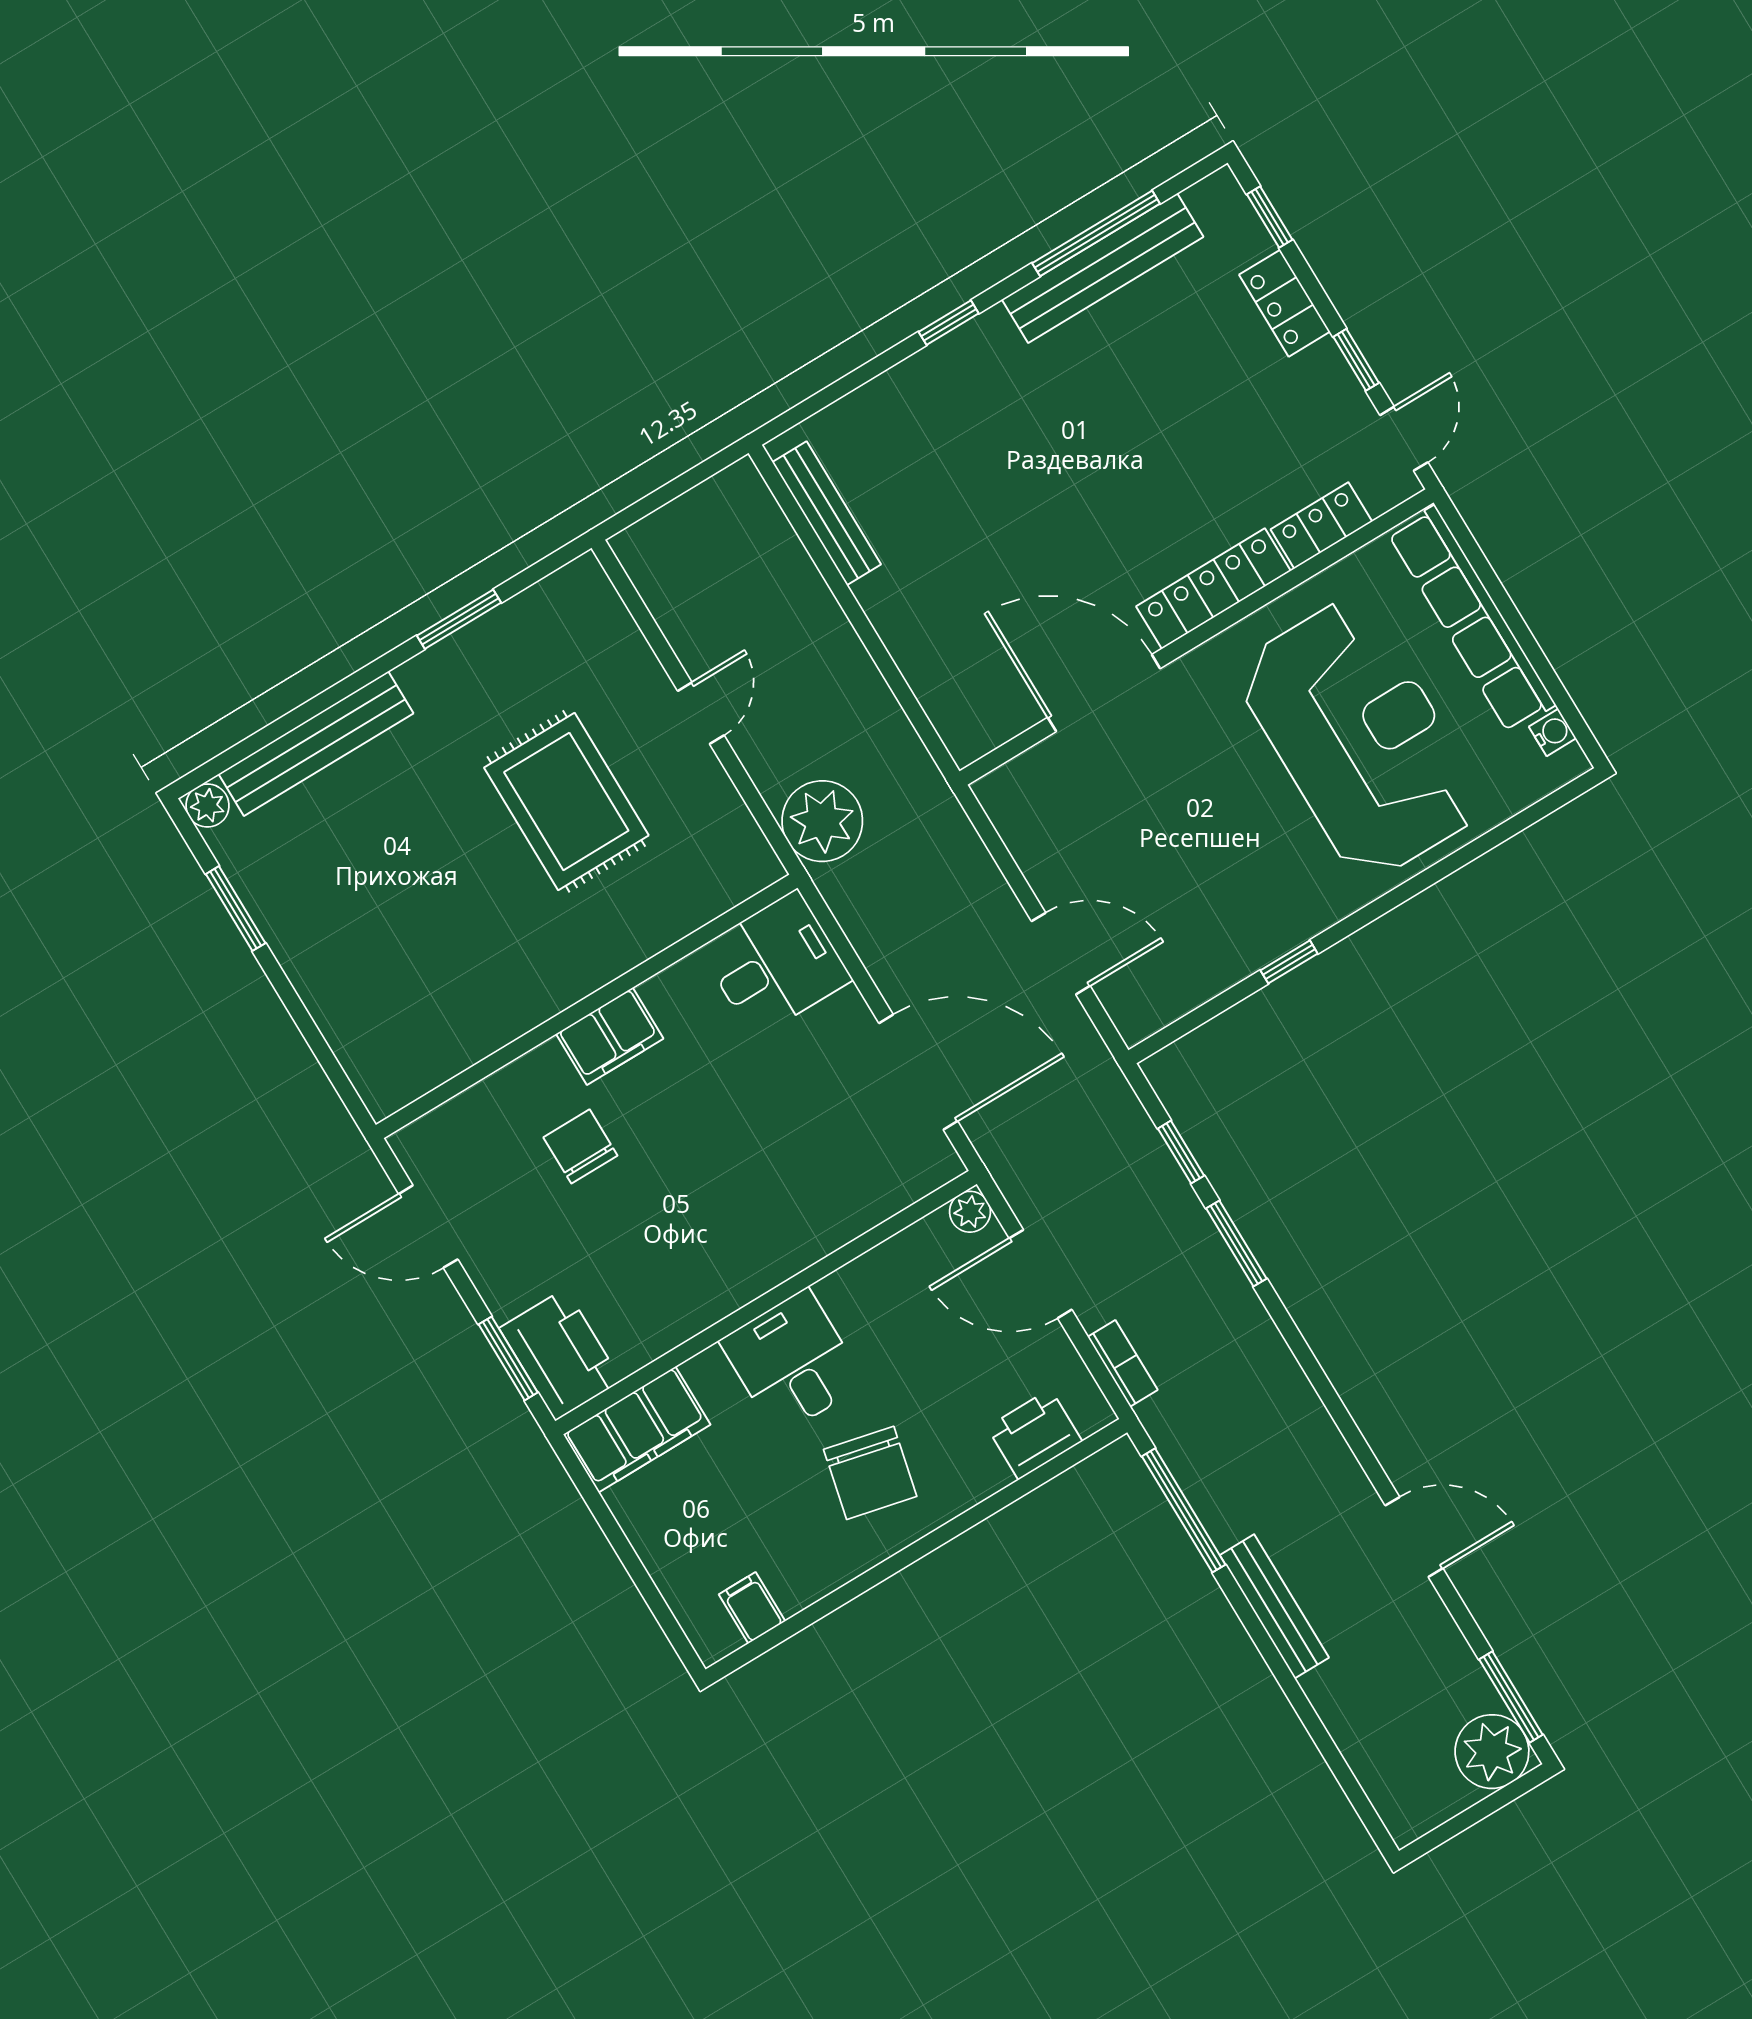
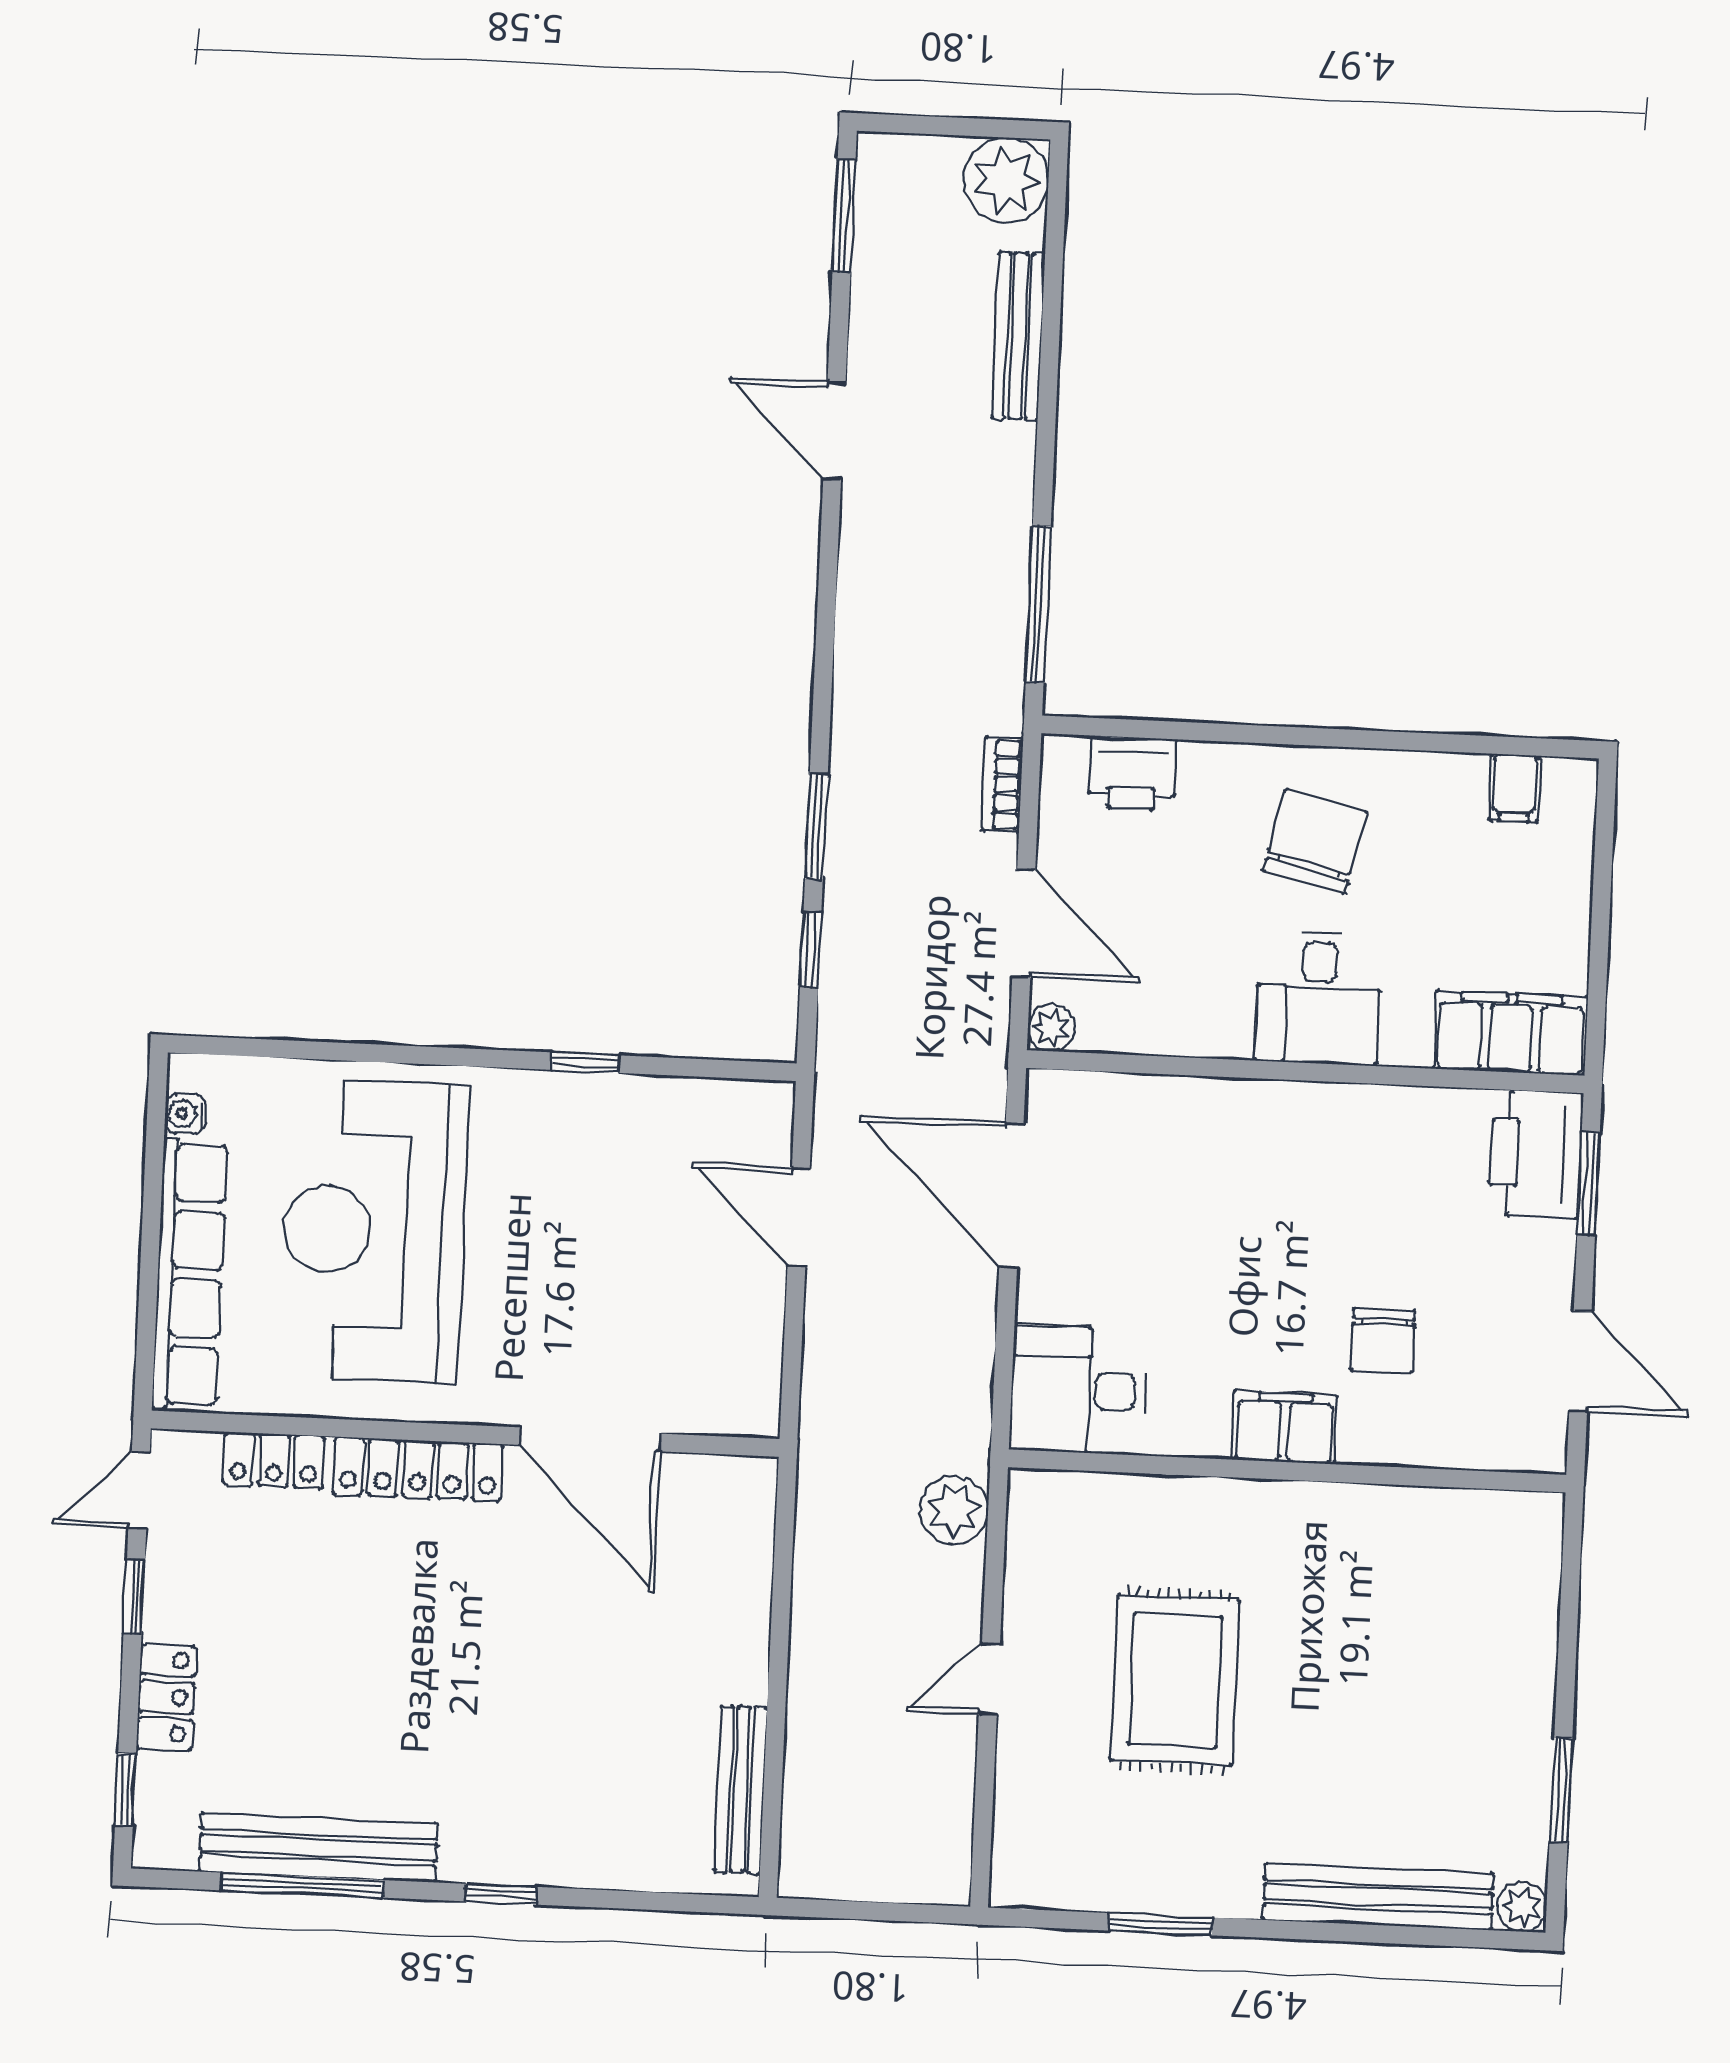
plant: (822, 821) -> (954, 1510), width x0.73, depth x0.73
bench: (1274, 1606) -> (1018, 336), moved
plant: (1492, 1752) -> (1006, 180), moved

